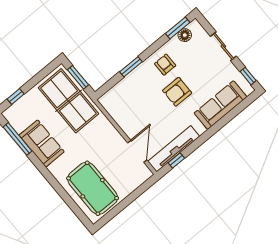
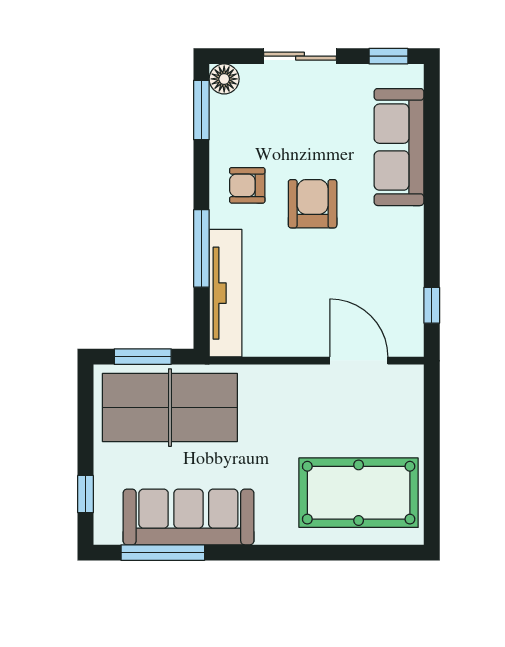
floor lamp: (185, 35) -> (224, 79), moved
window: (131, 67) -> (201, 248), width x1.44
armchair: (177, 92) -> (313, 204), turned 180
sofa: (42, 143) -> (188, 517), width x1.36
tv unit: (174, 149) -> (225, 293), moved, turned 180

